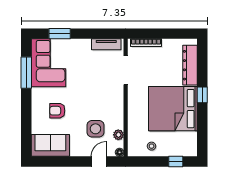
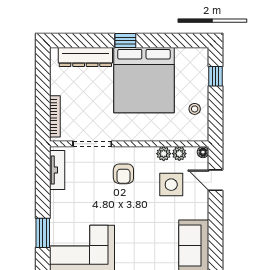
armchair: (57, 111) -> (123, 174), moved
plant: (118, 123) -> (164, 154), added

